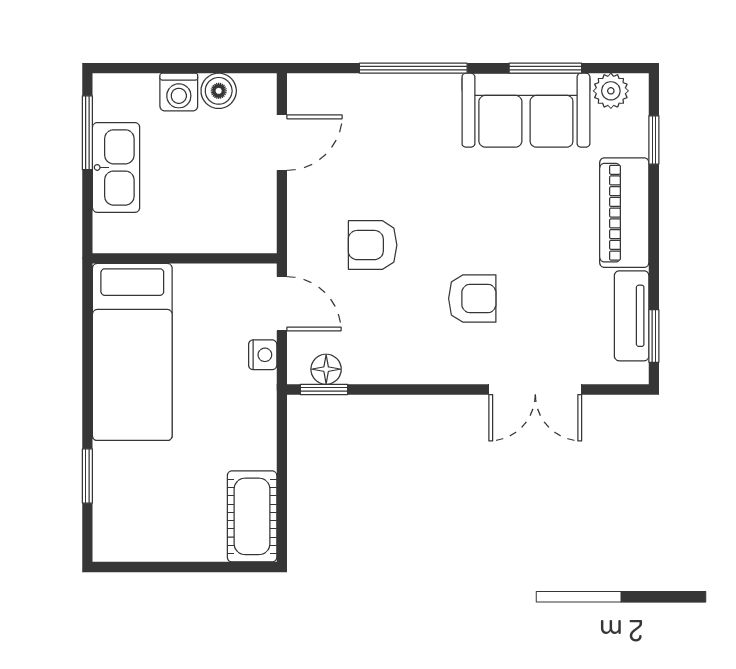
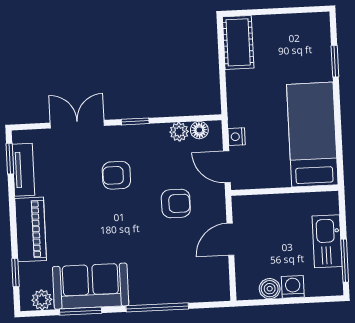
door: (282, 143) -> (230, 239), moved
plant: (361, 368) -> (179, 132), added
window: (324, 389) -> (135, 121), moved

